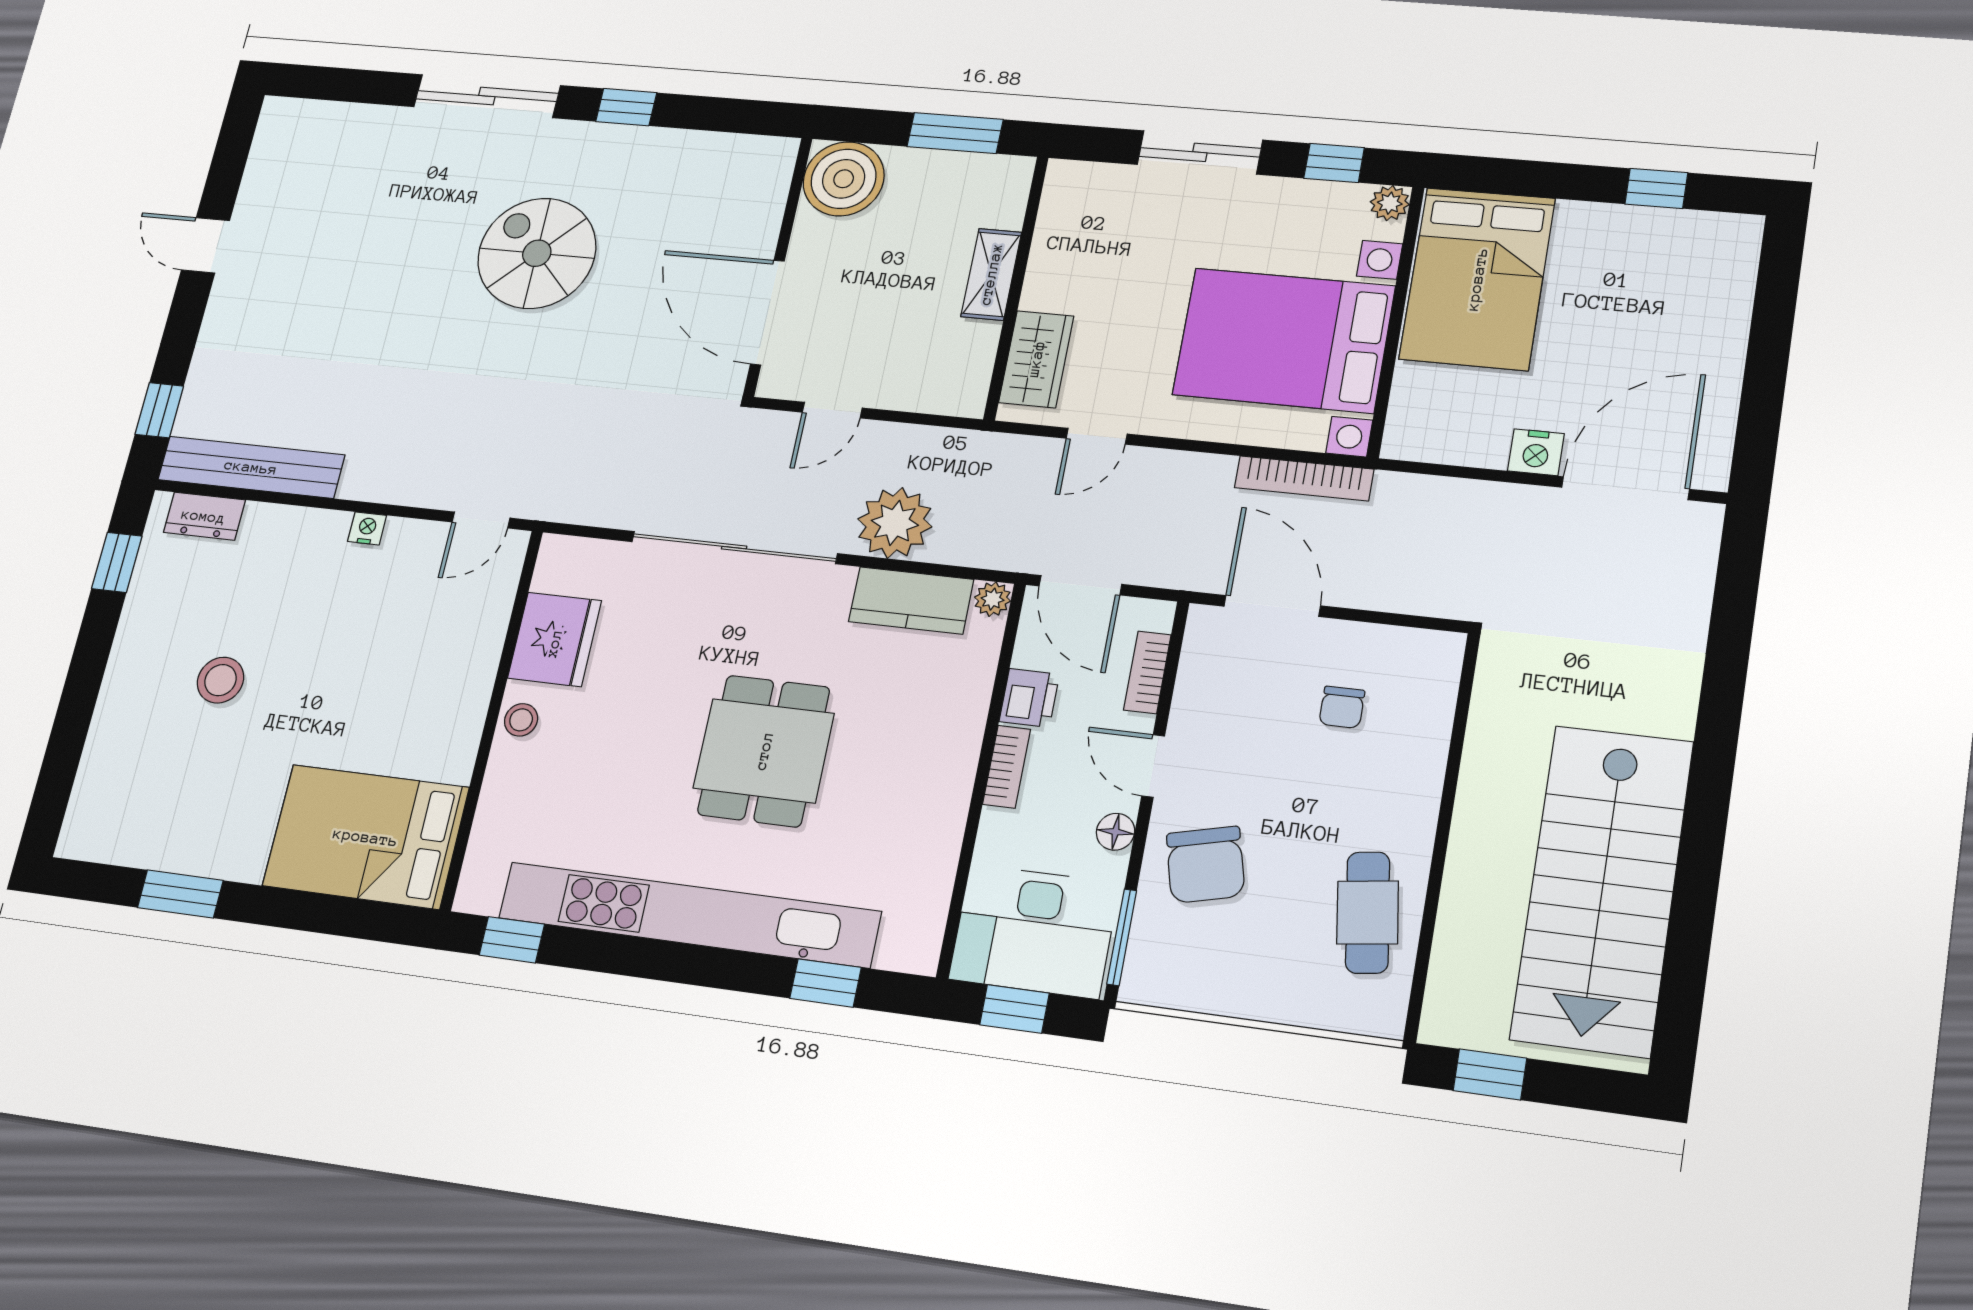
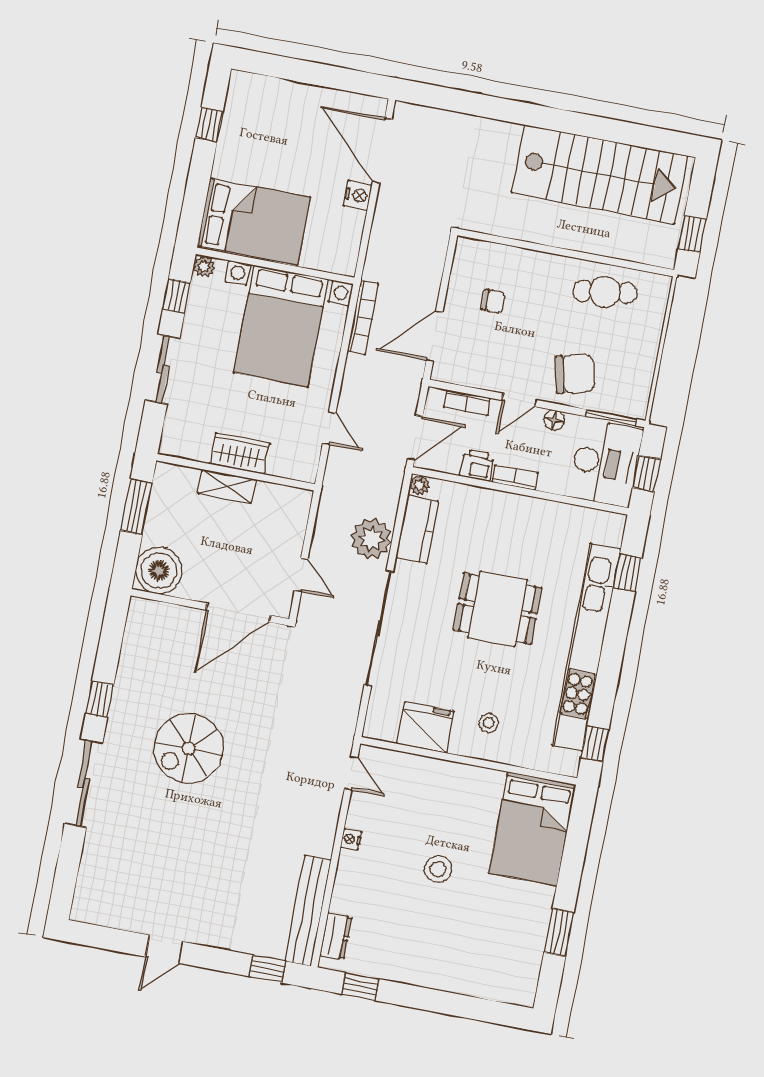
wardrobe: (1036, 359) -> (240, 453), moved
stool: (220, 680) -> (438, 869), moved
stool: (521, 720) -> (489, 723), moved

